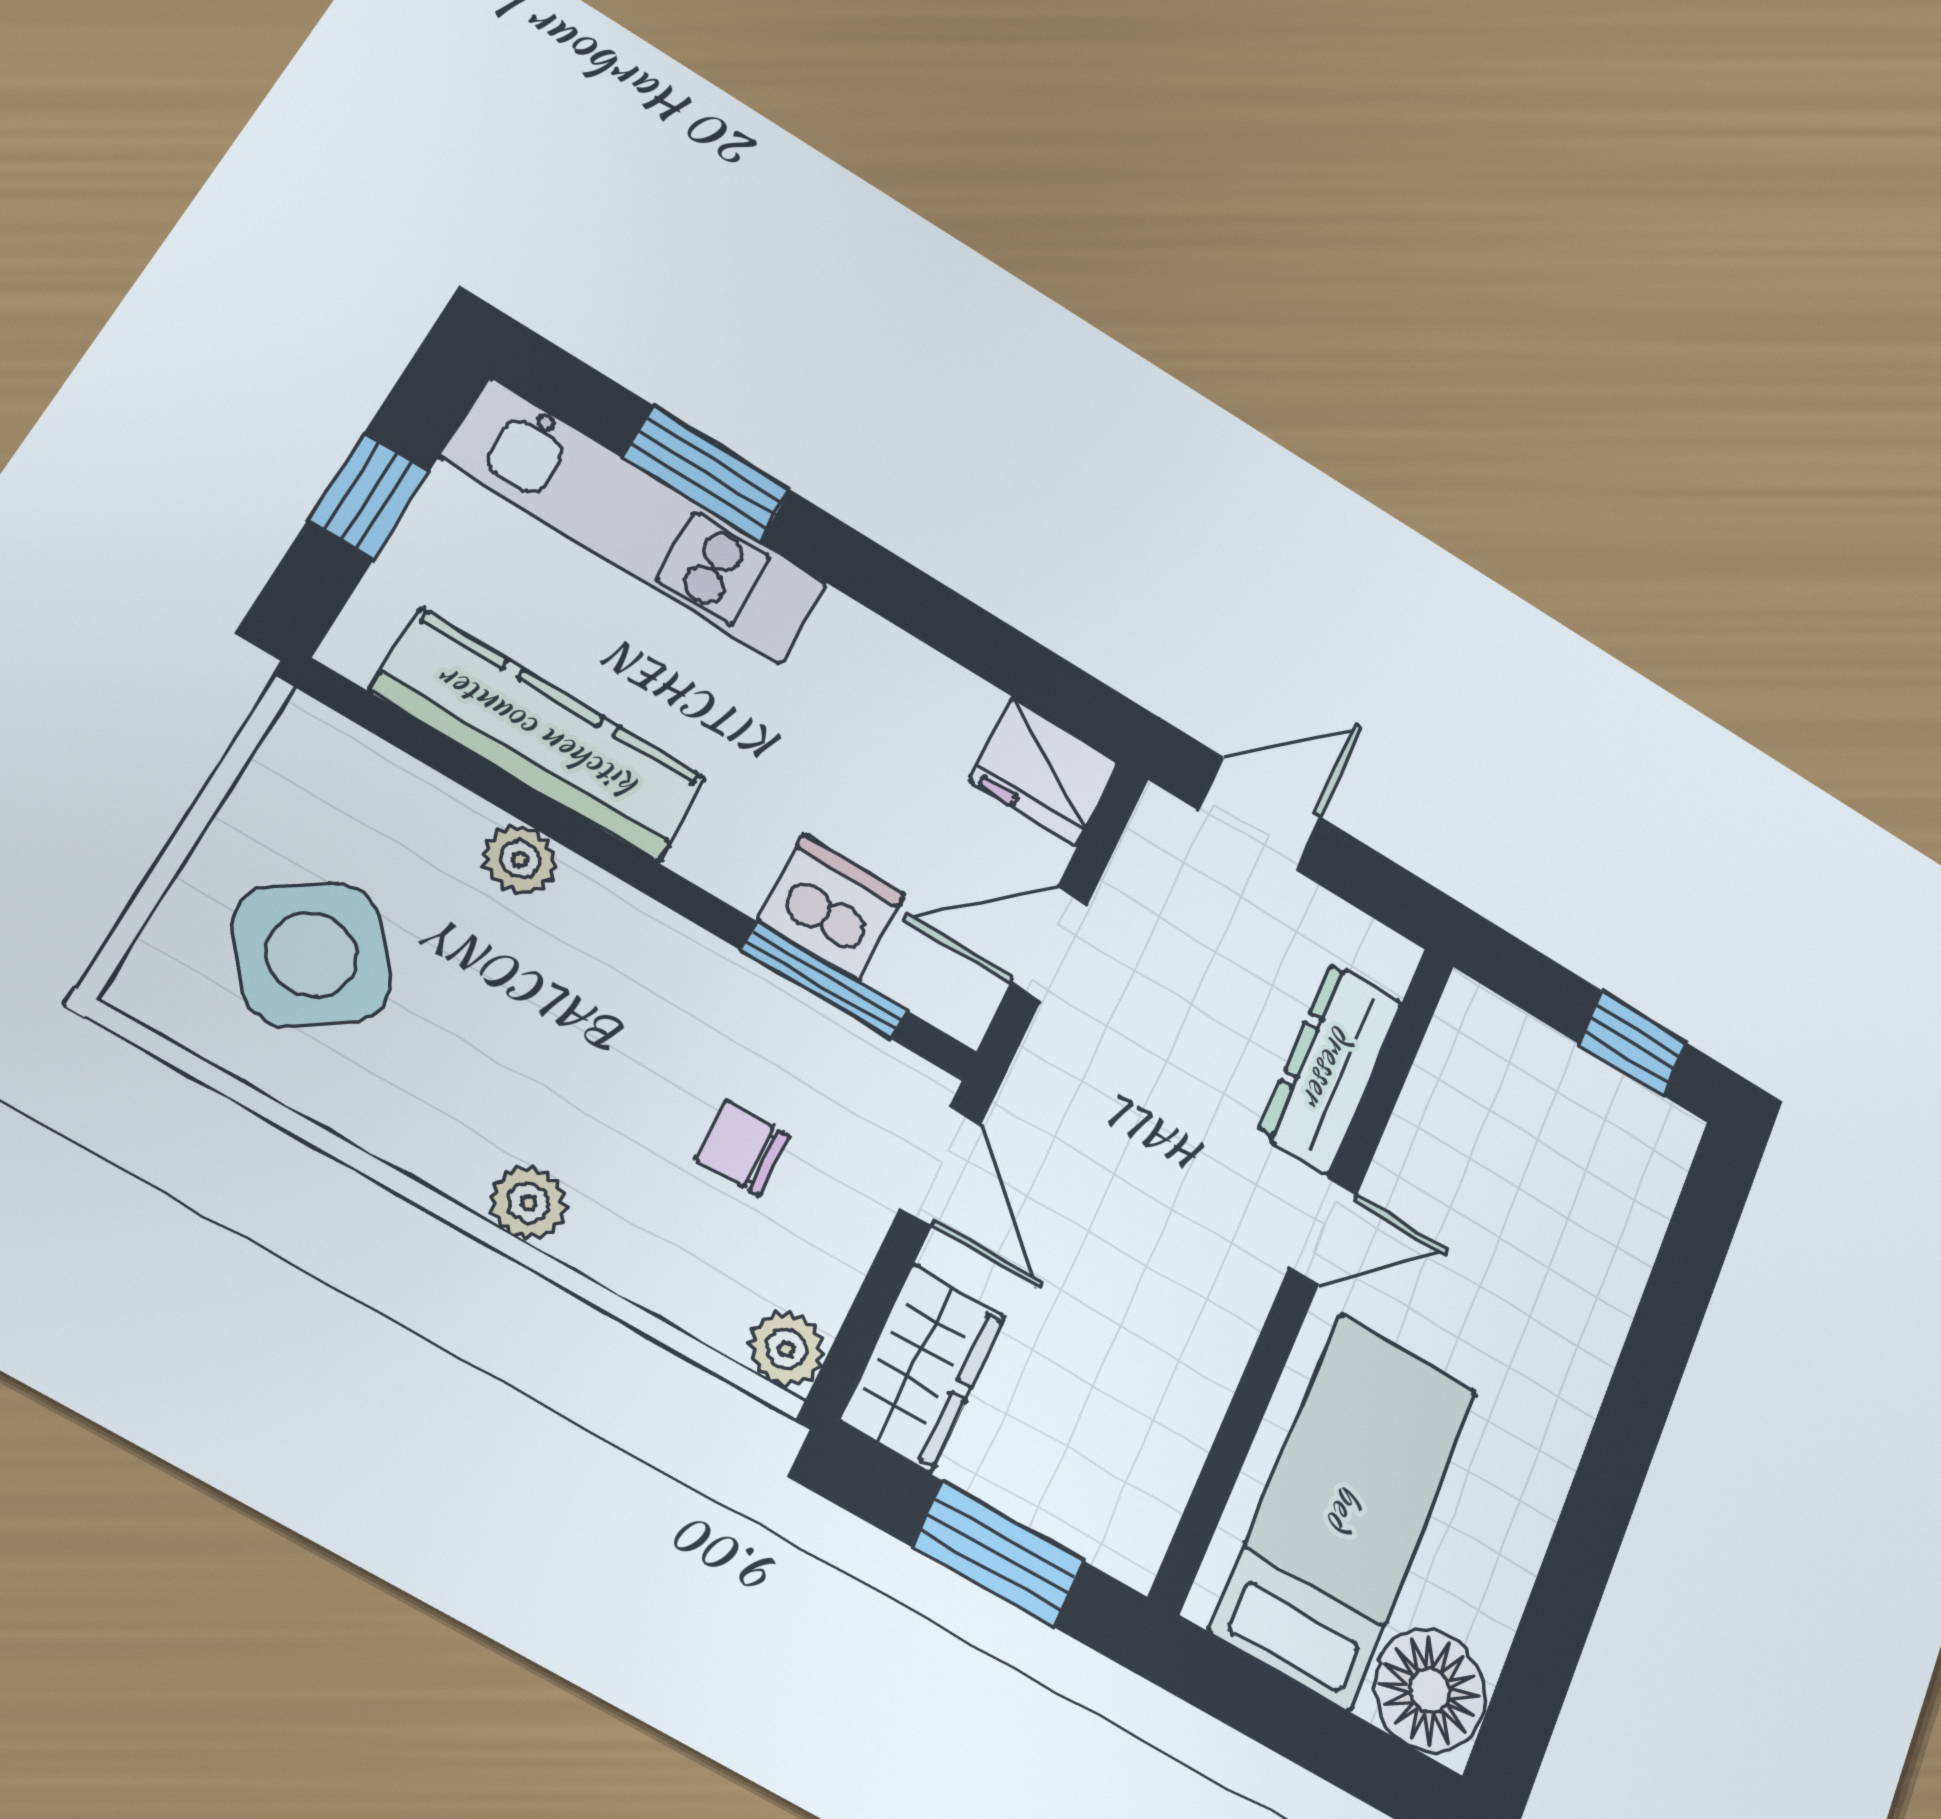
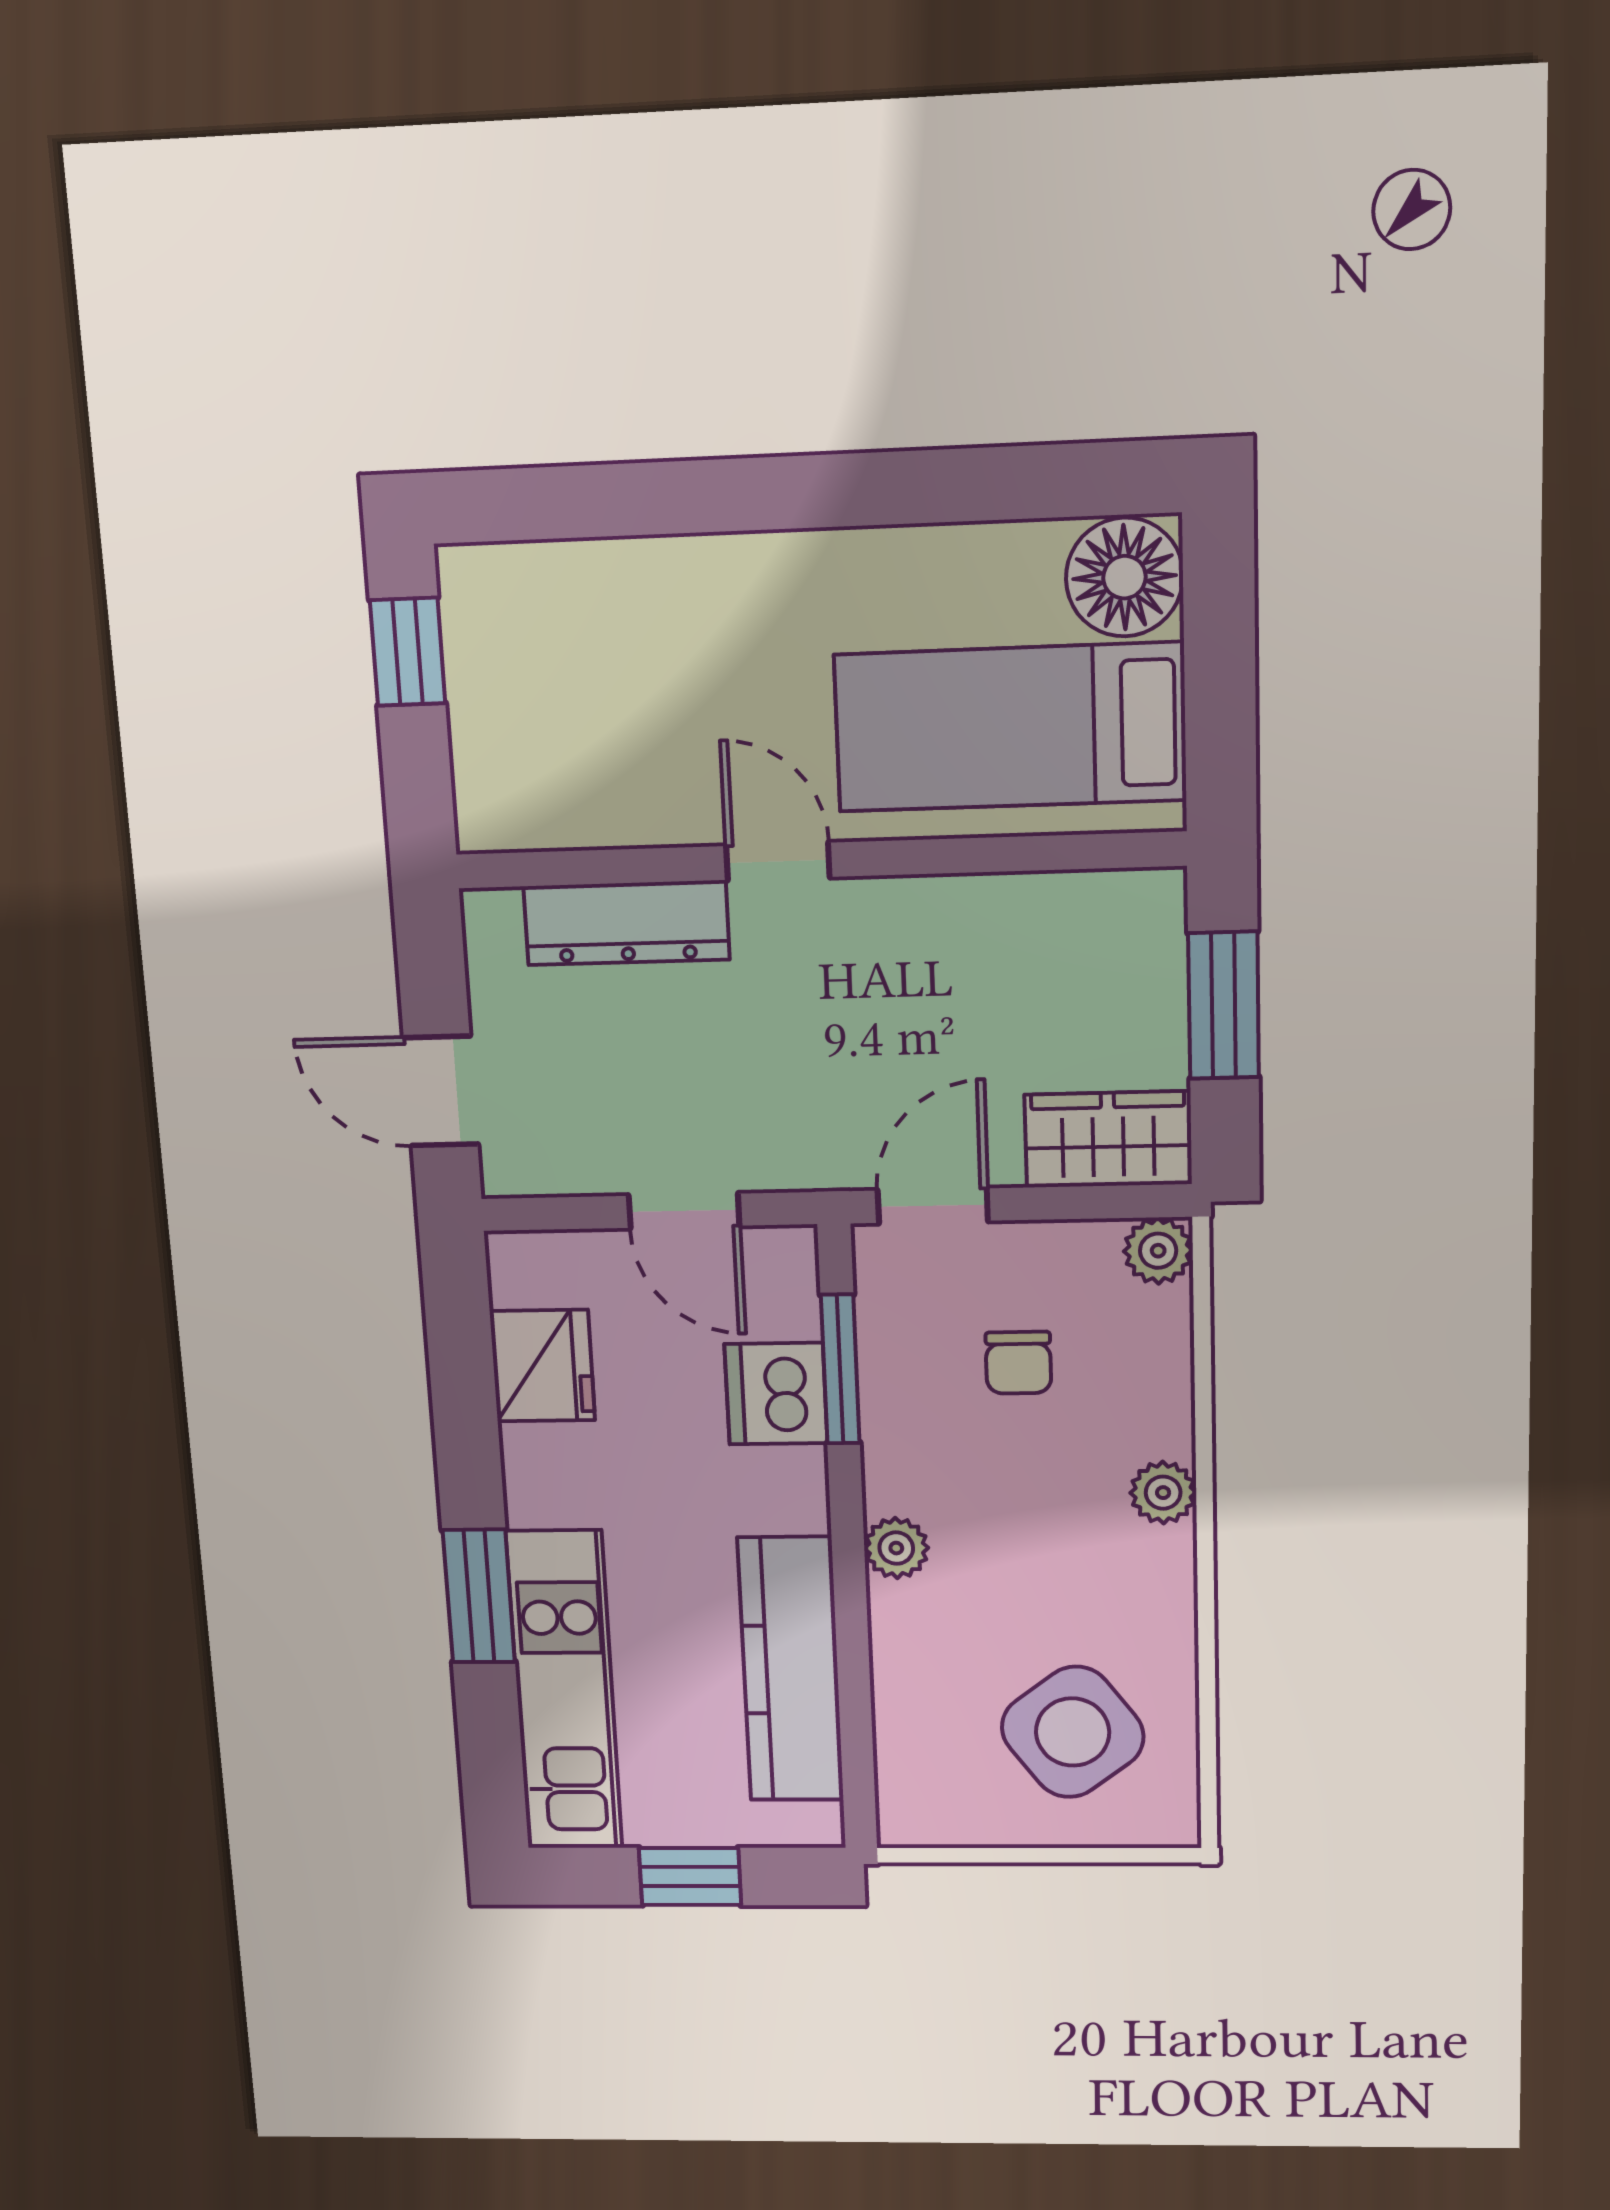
window: (707, 474) -> (479, 1596), moved
fridge: (1045, 771) -> (542, 1366), moved
plant: (520, 860) -> (896, 1548), moved

